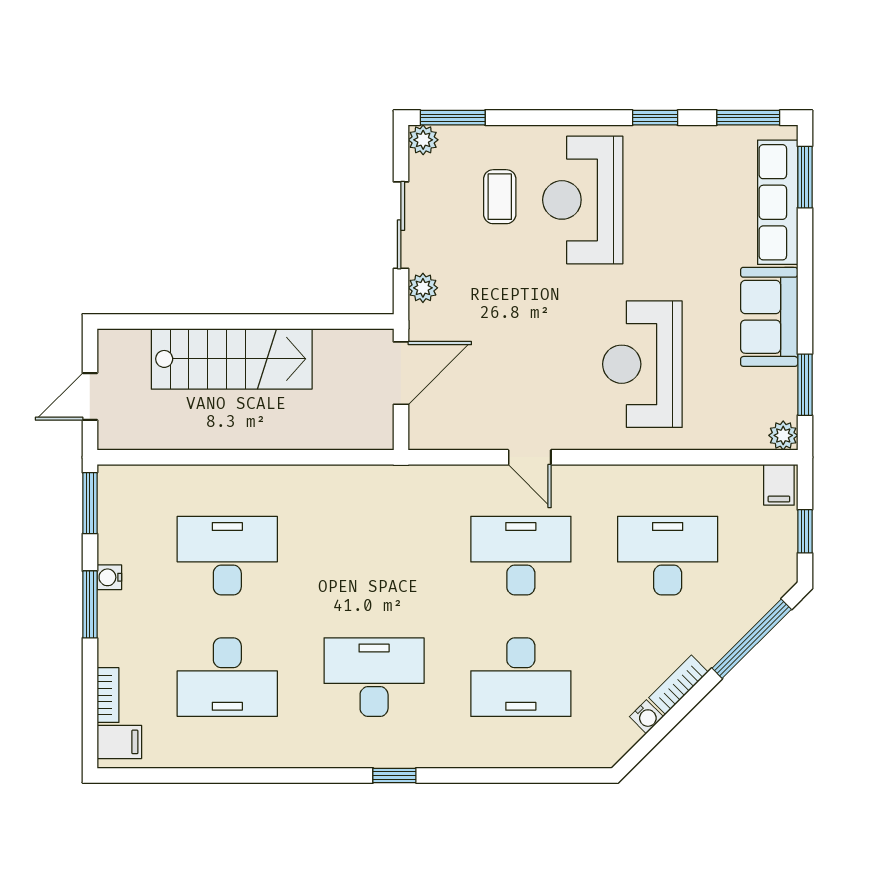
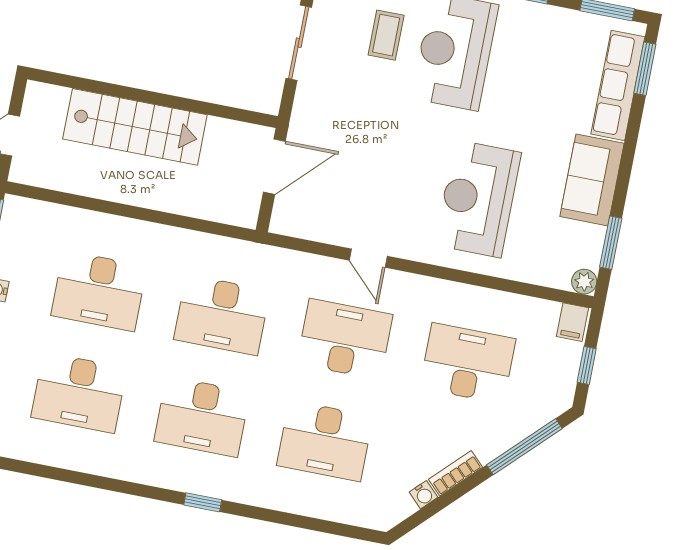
plant: (423, 288) -> (307, 99), removed
desk: (227, 556) -> (99, 291), turned 180
desk: (374, 556) -> (222, 315), added
desk: (374, 677) -> (202, 417), turned 180

